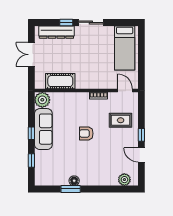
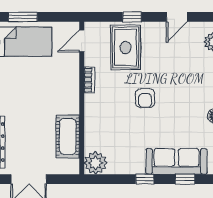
window: (141, 51) -> (23, 17), added
rug: (121, 120) -> (126, 48), width x1.36, depth x1.43
sofa: (43, 129) -> (176, 161), moved
window: (141, 135) -> (132, 17), moved

